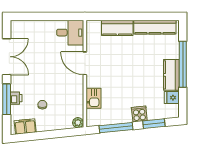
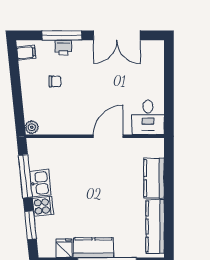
kitchen sink: (93, 98) -> (40, 183), moved, turned -96
filing cabinet: (25, 126) -> (26, 53), width x0.50

